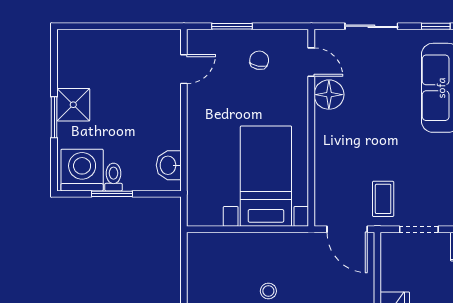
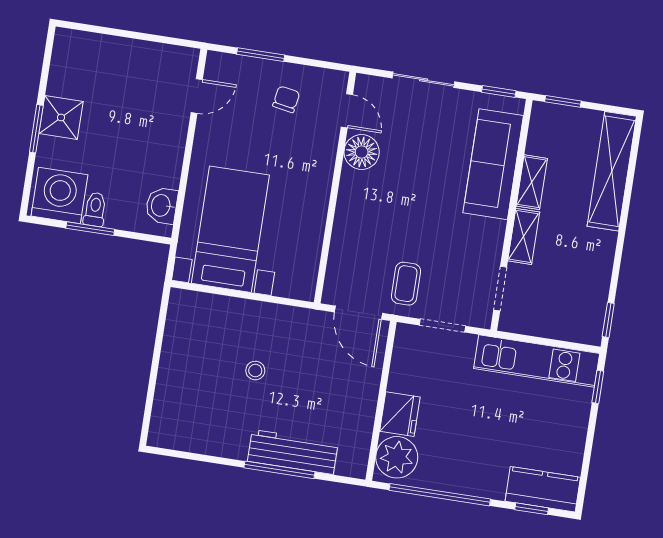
bed with nightstands: (266, 176) -> (230, 229), moved

